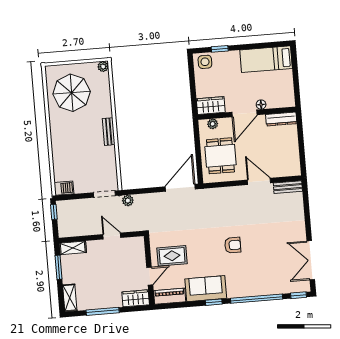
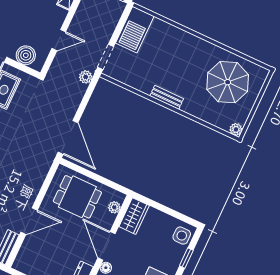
barbecue: (64, 188) -> (135, 30), width x1.88, depth x1.53
boiler: (137, 254) -> (26, 55), added

